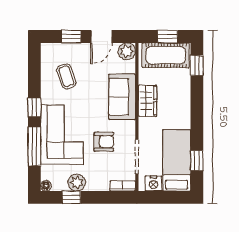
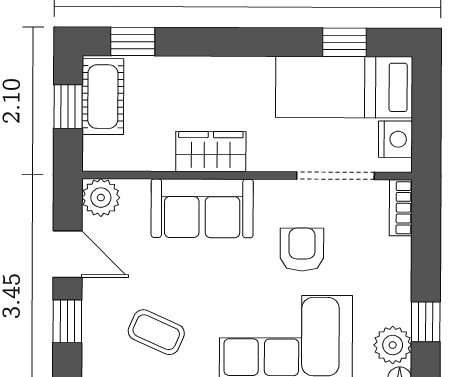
cot: (166, 55) -> (103, 97), width x0.73, depth x0.75
coffee table: (66, 76) -> (156, 332), turned 43
plant: (77, 183) -> (393, 345), moved

